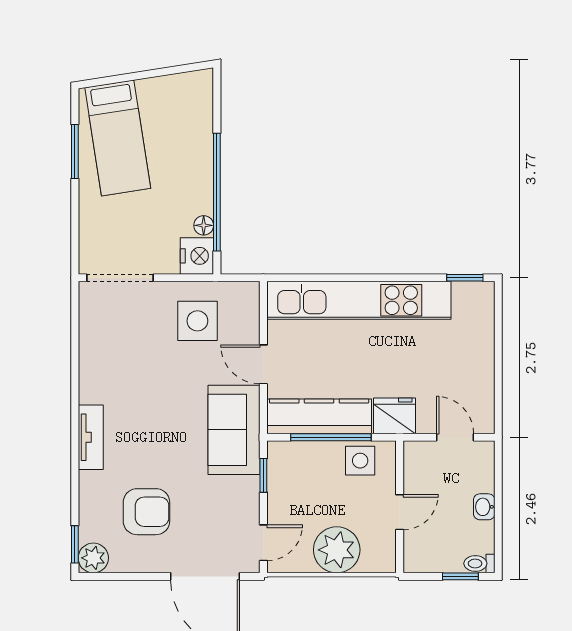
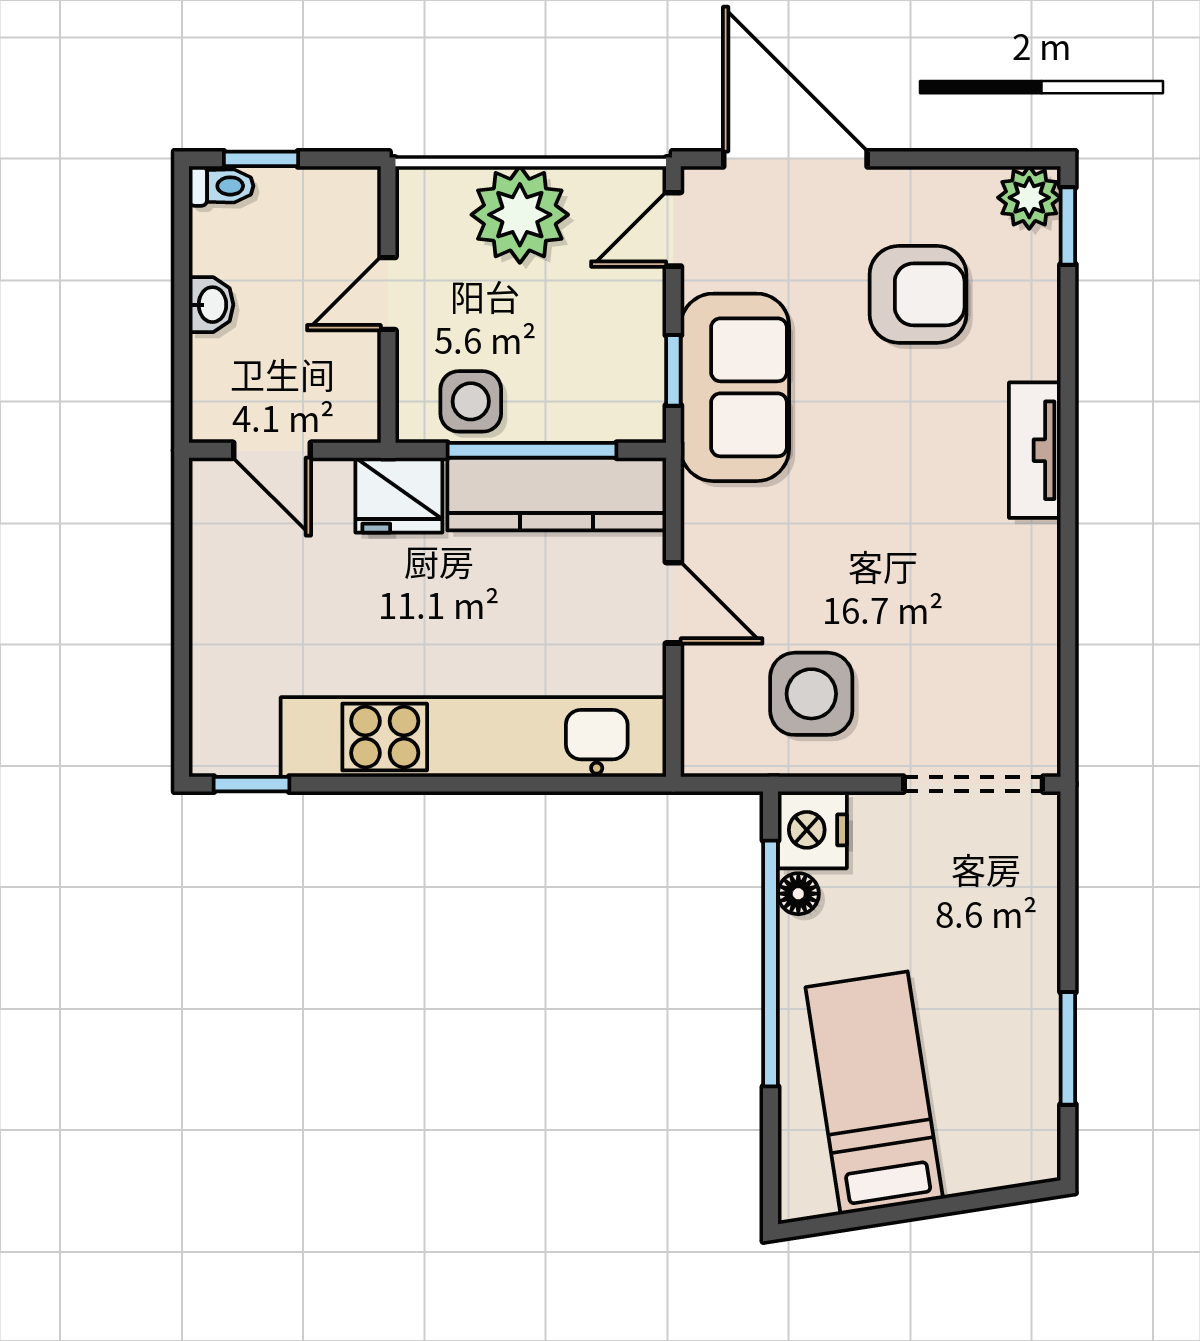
bed: (118, 138) -> (874, 1093), moved
sofa: (234, 430) -> (735, 387), moved
armchair: (146, 512) -> (918, 294), turned 180

